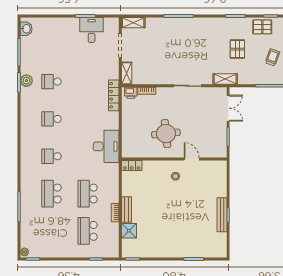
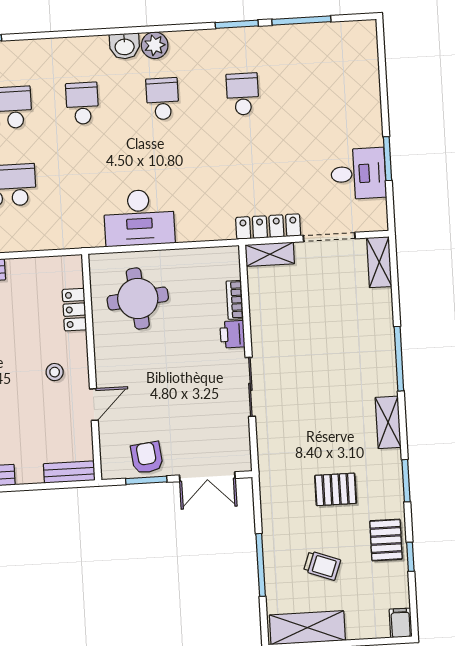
washbasin: (26, 29) -> (125, 46), moved
shelving: (225, 79) -> (388, 422), moved
plant: (26, 81) -> (155, 45), moved
printer: (131, 93) -> (232, 334), moved
locker: (114, 95) -> (268, 227), moved
round table: (166, 134) -> (138, 299), moved
armchair: (218, 136) -> (147, 458), added
desk: (106, 146) -> (139, 218), moved
locker: (132, 165) -> (74, 310), moved
bench: (222, 172) -> (69, 472), added

